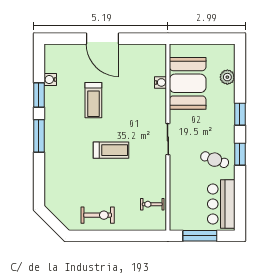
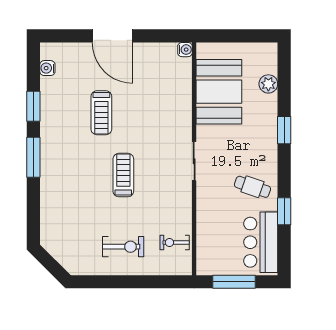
water cooler: (50, 80) -> (47, 68), moved
water cooler: (161, 82) -> (185, 50), moved
treadmill: (111, 150) -> (123, 175), turned -90
window: (240, 154) -> (284, 211), moved
exercise bike: (98, 215) -> (123, 247), moved

